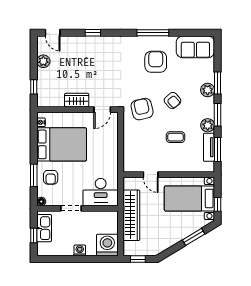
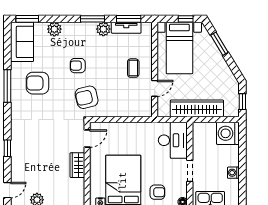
window: (218, 83) -> (27, 19), moved
plant: (208, 90) -> (54, 29), moved
armchair: (173, 101) -> (78, 66), turned -139
door: (102, 110) -> (87, 139), hinge flipped
coffee table: (175, 137) -> (133, 68), moved
washing machine: (80, 250) -> (233, 173), moved

